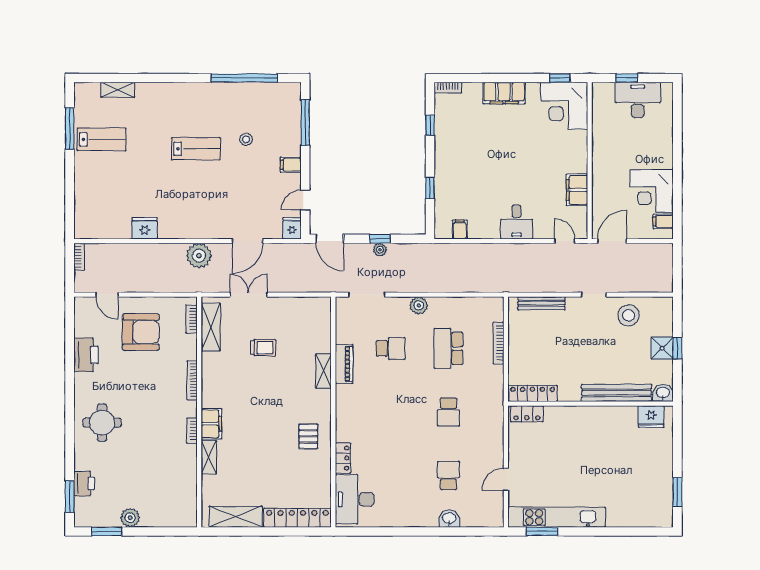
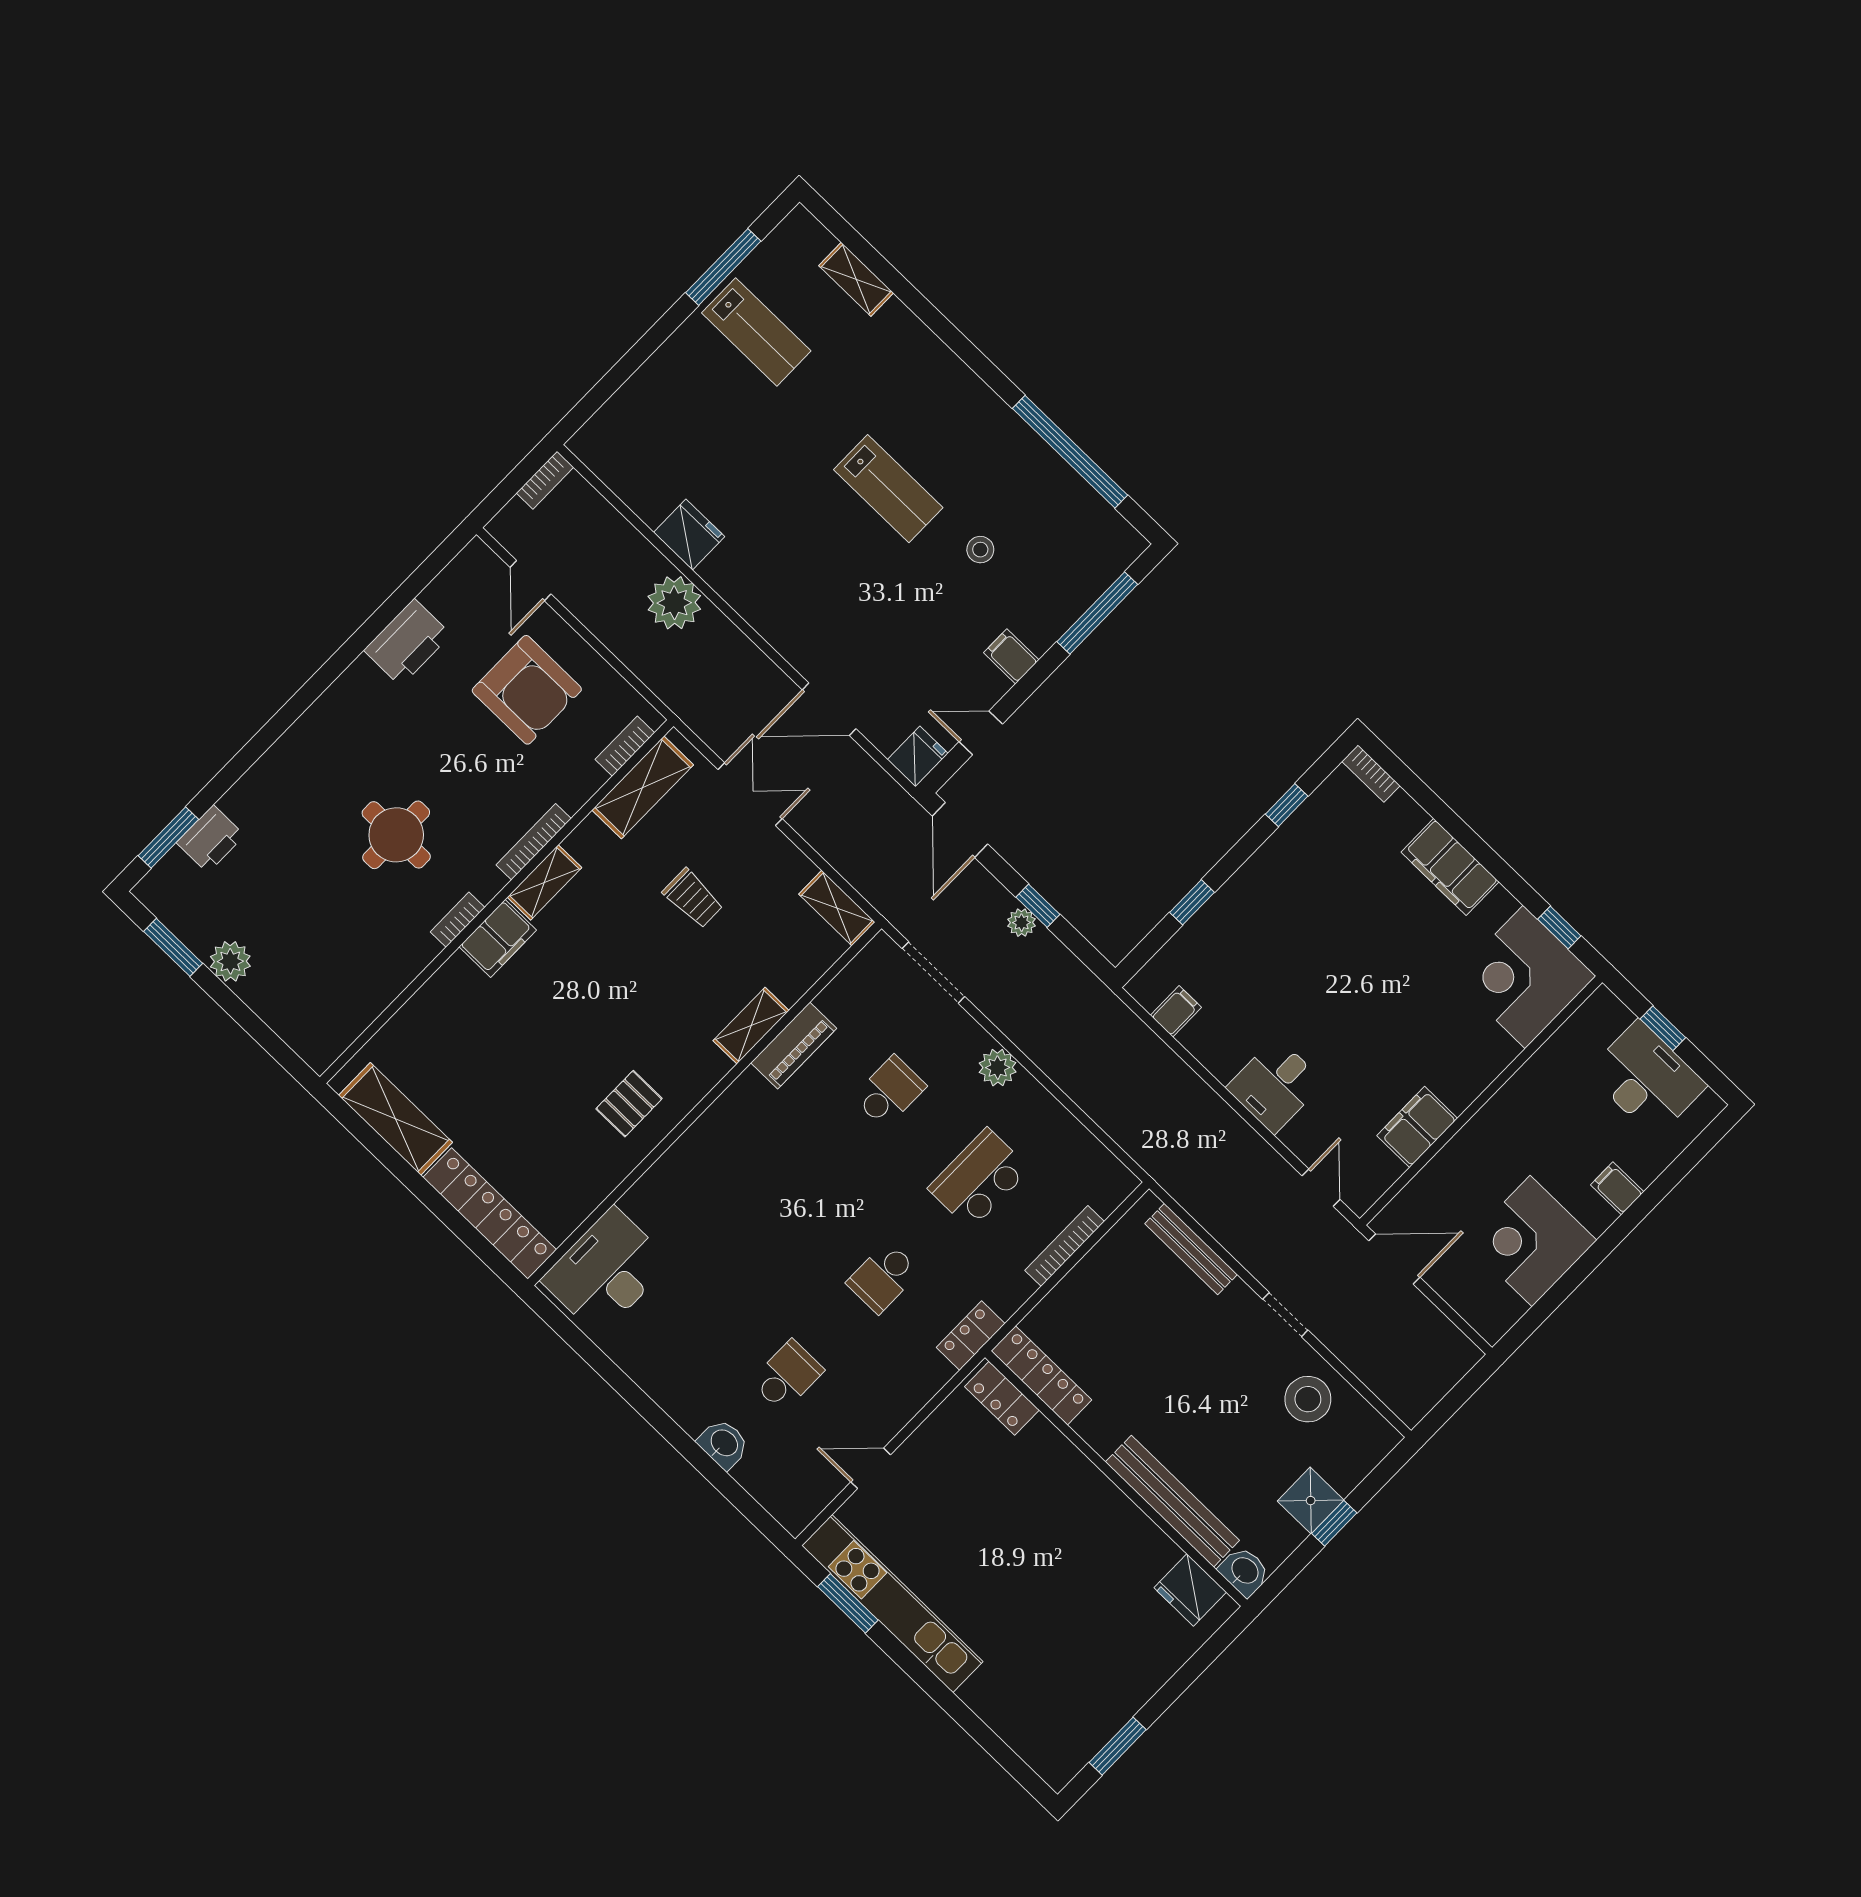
filing cabinet: (663, 221) -> (1617, 1188), moved
plant: (199, 256) -> (674, 603), moved
shelving: (314, 304) -> (837, 908), added
school desk: (391, 348) -> (889, 1092), turned -90
round table: (102, 423) -> (396, 835), moved
shelving: (209, 457) -> (544, 882), moved
locker: (343, 458) -> (971, 1336), moved, turned 180

